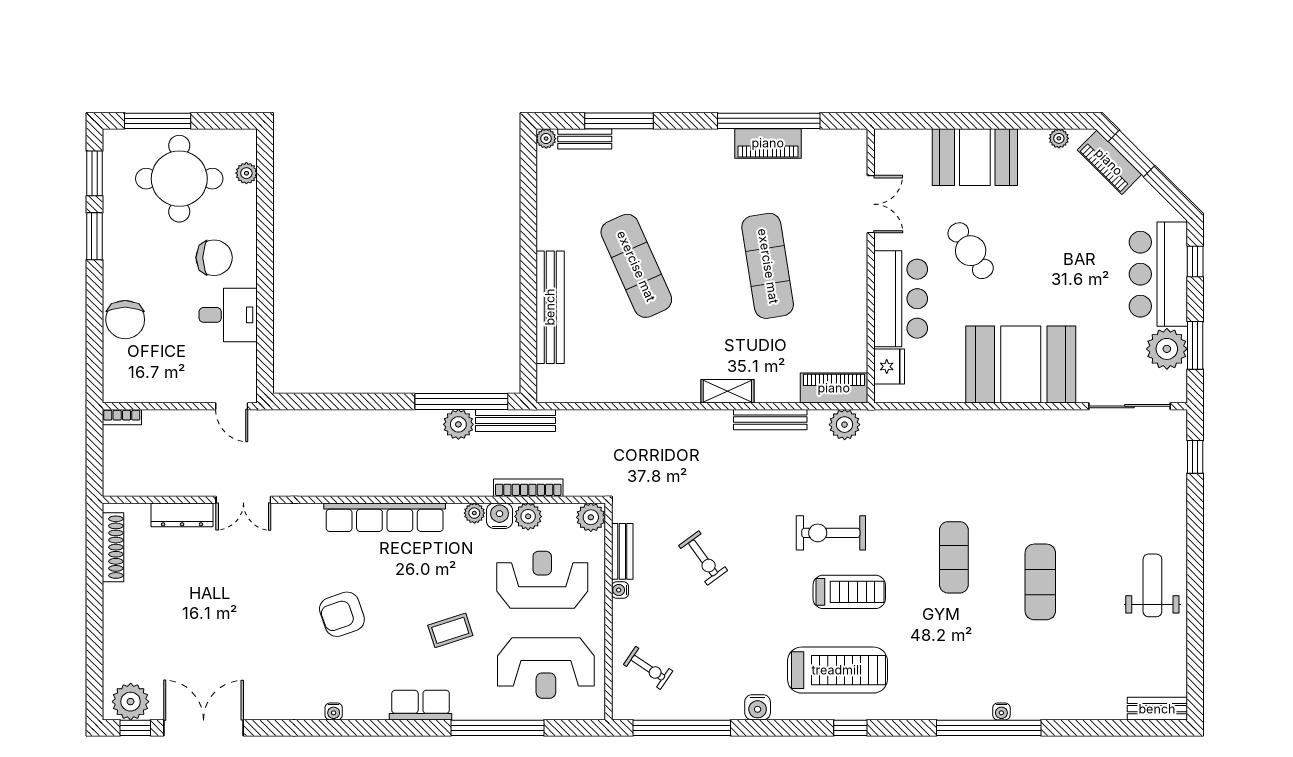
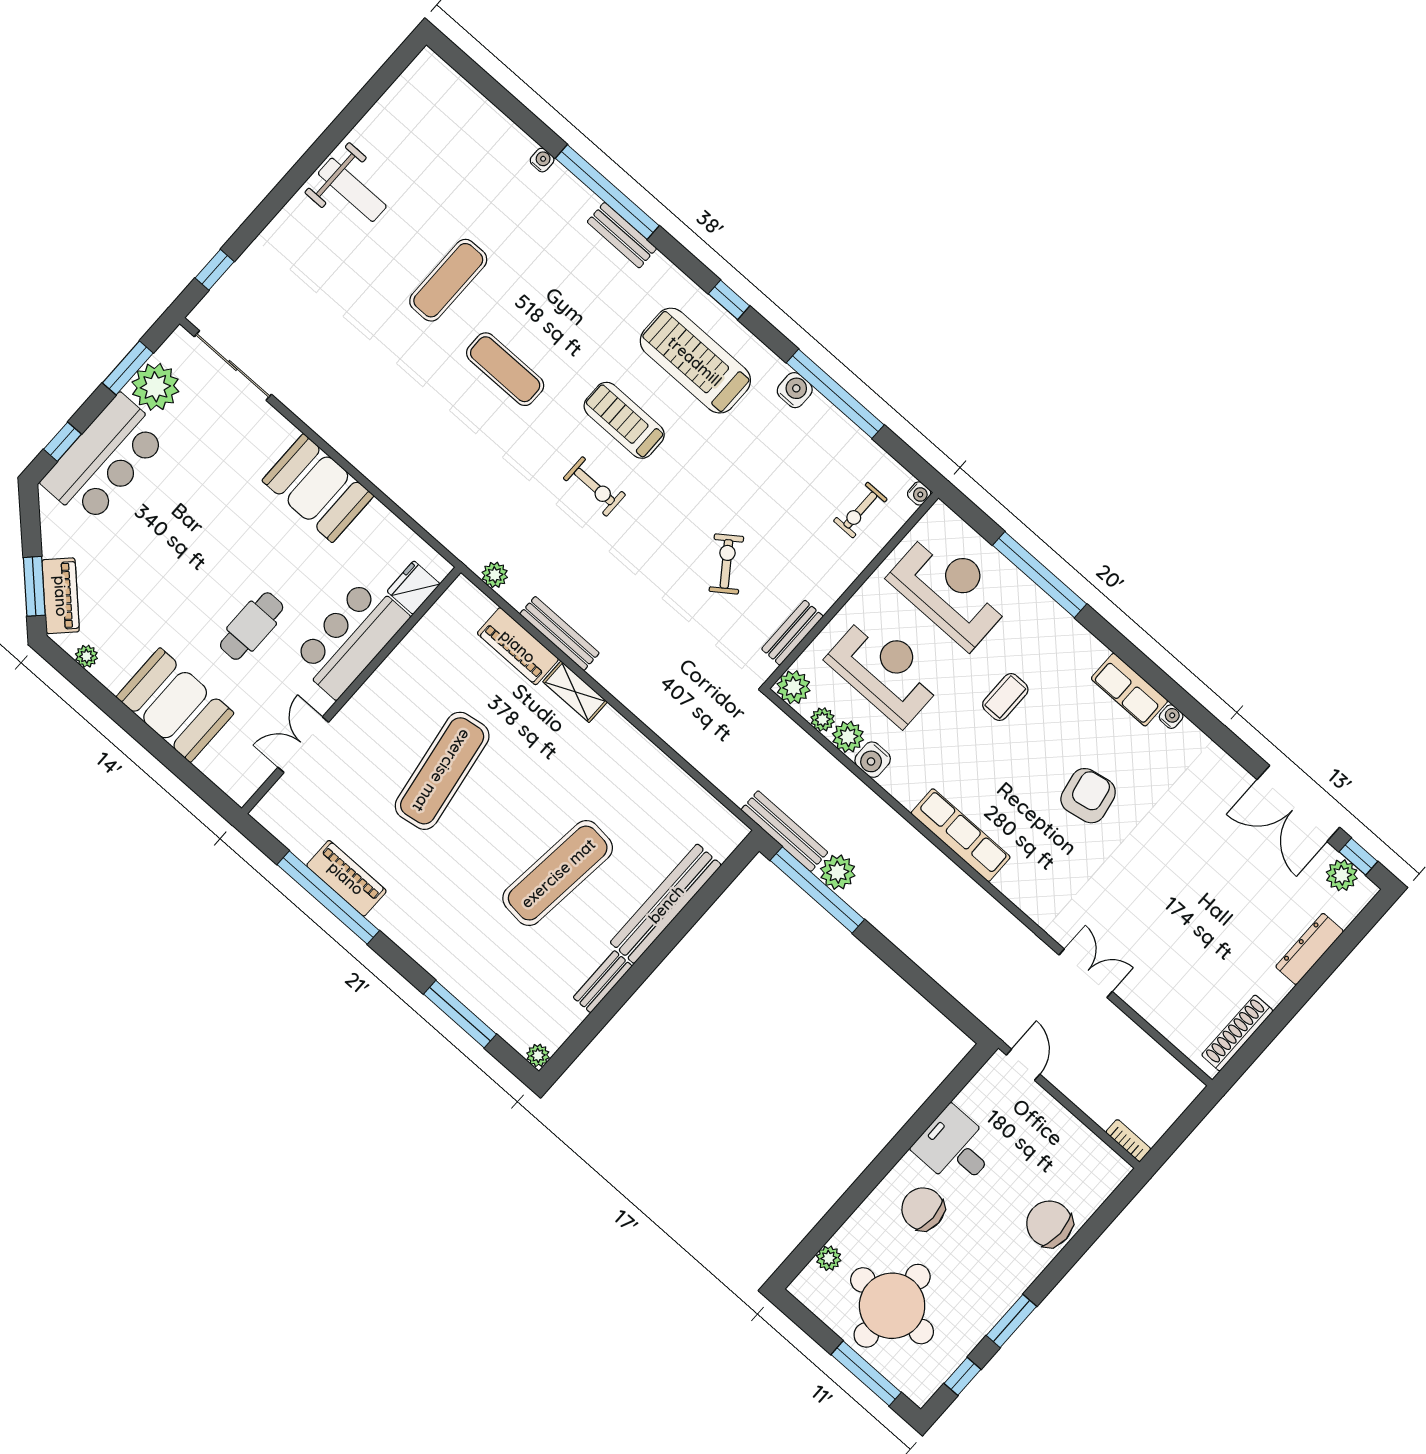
bench: (585, 139) -> (603, 982), moved, turned 90
window: (95, 173) -> (963, 1376), width x0.67
cafe table: (971, 251) -> (252, 626), turned 34
exercise mat: (636, 266) -> (558, 873), turned 30
chair: (125, 320) -> (1049, 1224), turned -90
booth: (1021, 365) -> (318, 488), width x0.73, depth x0.70
piano: (834, 388) -> (518, 646), moved
plant: (845, 425) -> (495, 575), width x0.73, depth x0.73
bookcase: (528, 488) -> (826, 762), removed
plant: (474, 513) -> (823, 720), moved
dresser: (182, 515) -> (1310, 949), moved, turned -90
row of seats: (385, 517) -> (961, 835), width x0.73
exercise bike: (831, 533) -> (594, 486), width x0.73, depth x0.72
exercise mat: (954, 557) -> (505, 369), turned 90
reception desk: (542, 580) -> (885, 670), turned 180
weight bench: (1152, 585) -> (352, 190), turned -90
water cooler: (620, 590) -> (919, 493), moved
armchair: (342, 614) -> (1088, 796), turned -82
coffee table: (450, 630) -> (1005, 697), turned -72
exercise bike: (648, 668) -> (860, 510), turned -124
plant: (131, 702) -> (1342, 875), width x0.73, depth x0.73
row of seats: (421, 705) -> (1129, 690), moved
bench: (1157, 709) -> (622, 235), moved
water cooler: (1001, 711) -> (542, 160), moved
window: (682, 728) -> (835, 394), moved

